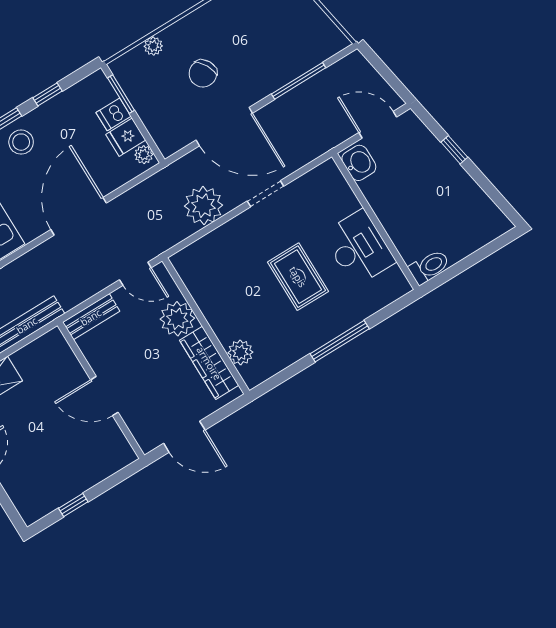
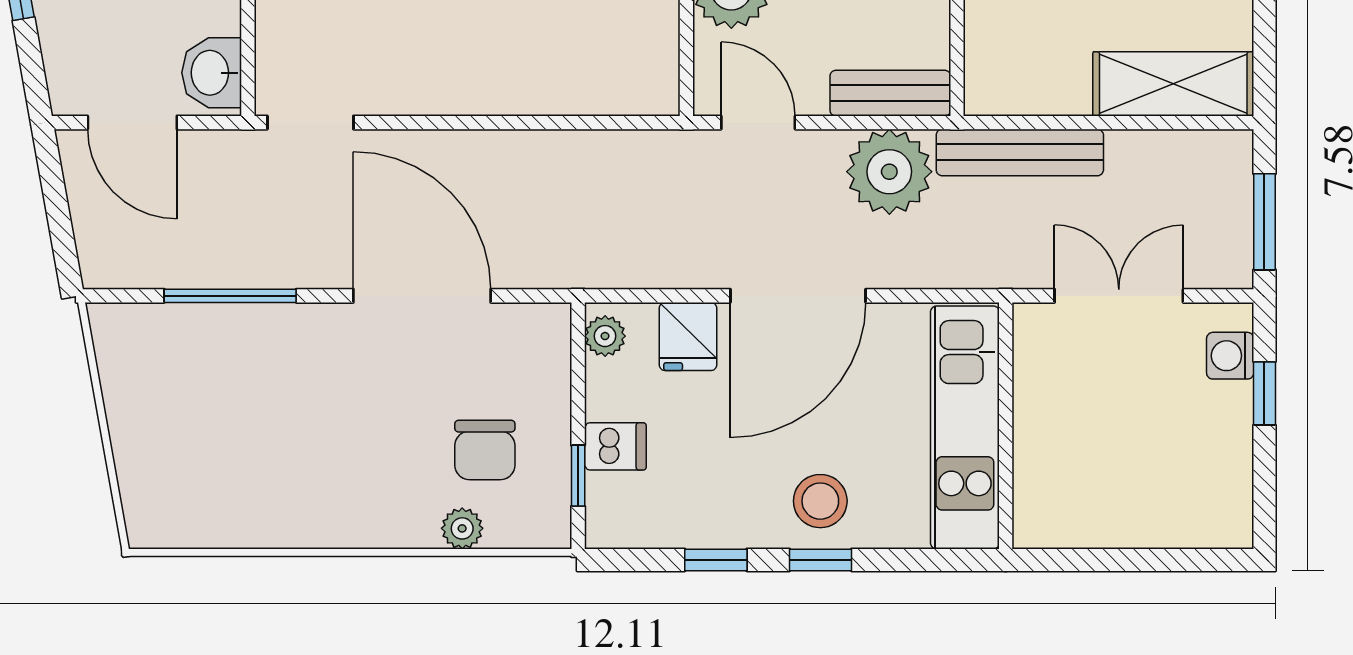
chair: (203, 74) -> (485, 450), moved, turned 118
window: (121, 94) -> (578, 476), width x0.67
fridge: (126, 137) -> (688, 336), moved, turned 90
doorway: (265, 194) -> (310, 123), moved
plant: (204, 206) -> (889, 172), moved

